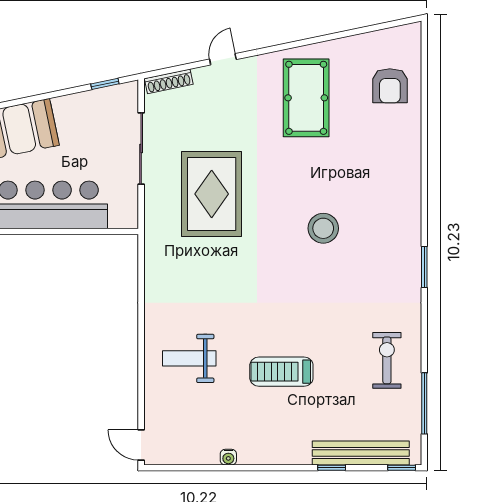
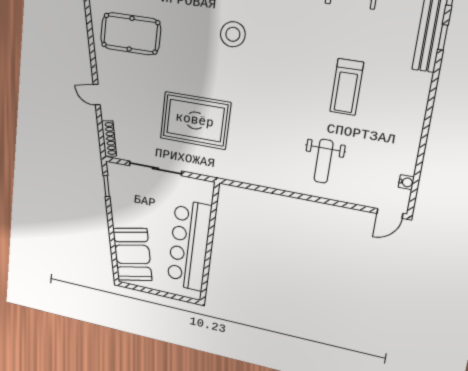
water cooler: (228, 457) -> (406, 182), moved
window: (332, 468) -> (443, 37), moved

